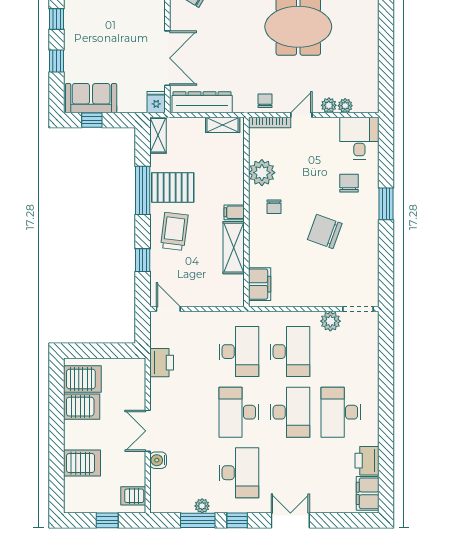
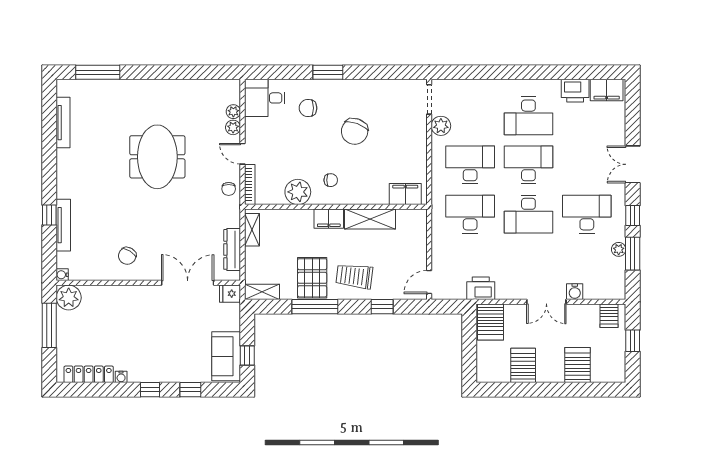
chair: (265, 101) -> (229, 189), turned -90
dresser: (202, 102) -> (232, 249), width x0.73, depth x0.80
filing cabinet: (234, 212) -> (329, 219), width x2.00
server rack: (82, 379) -> (491, 322), moved, turned 180

